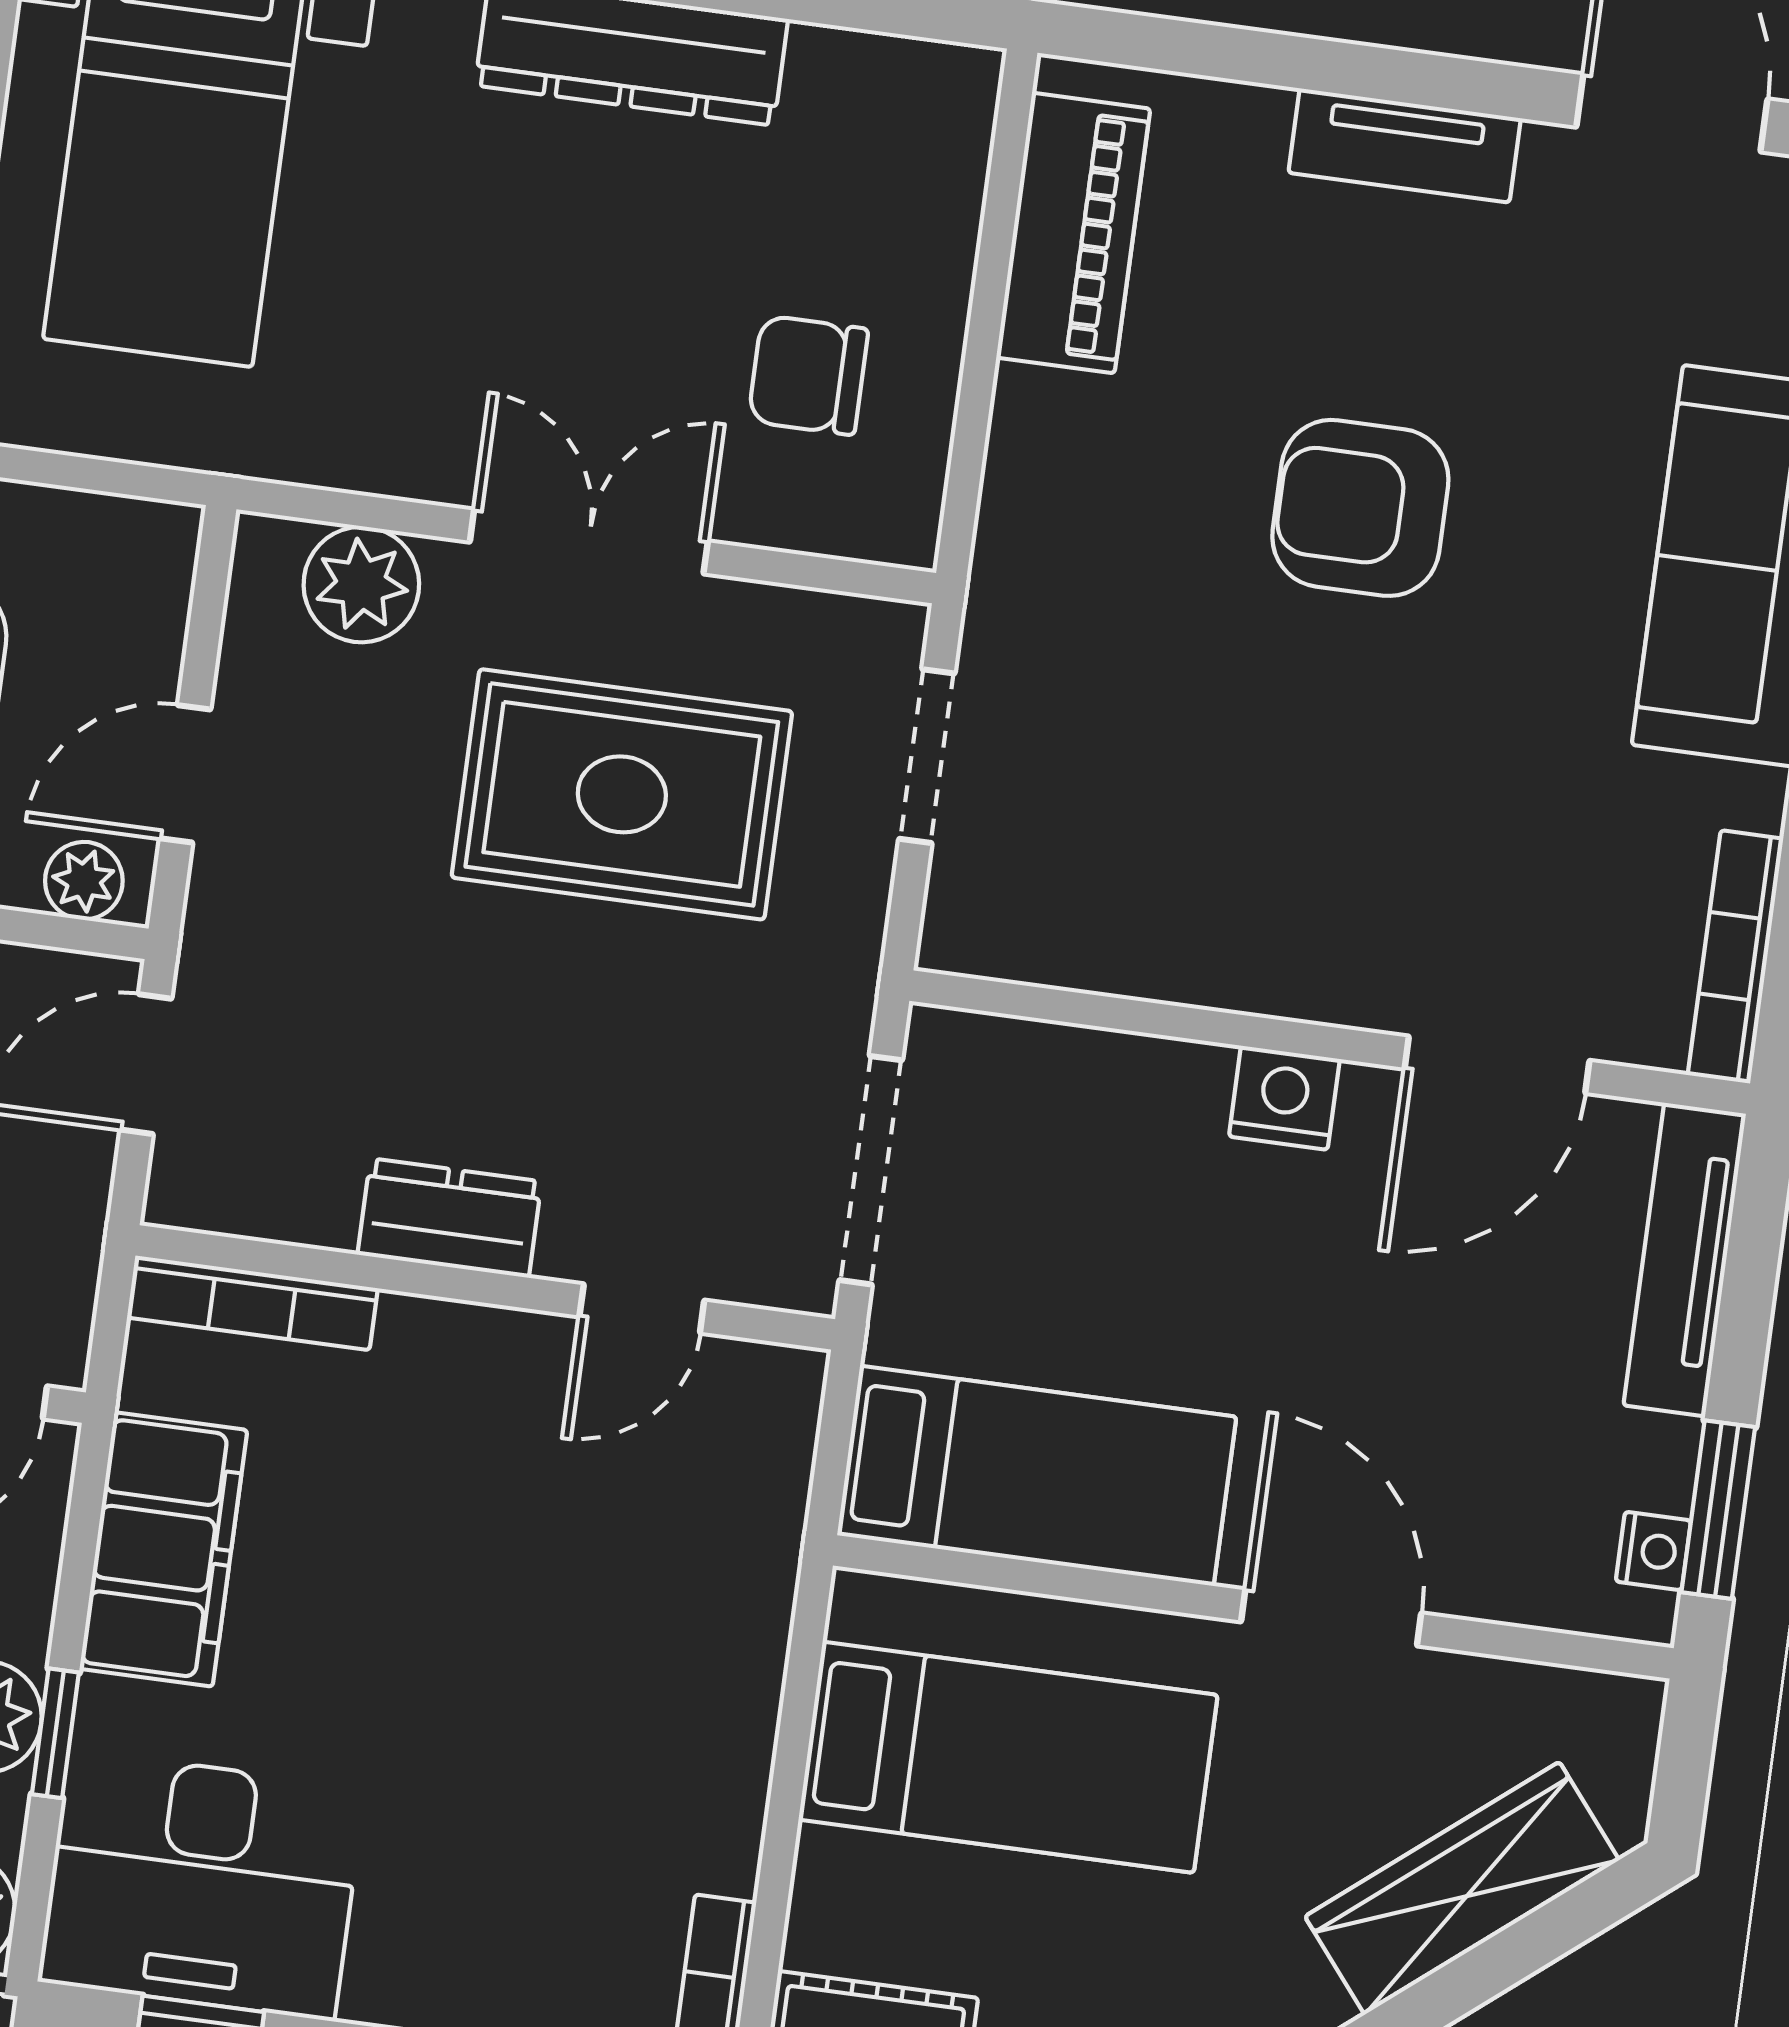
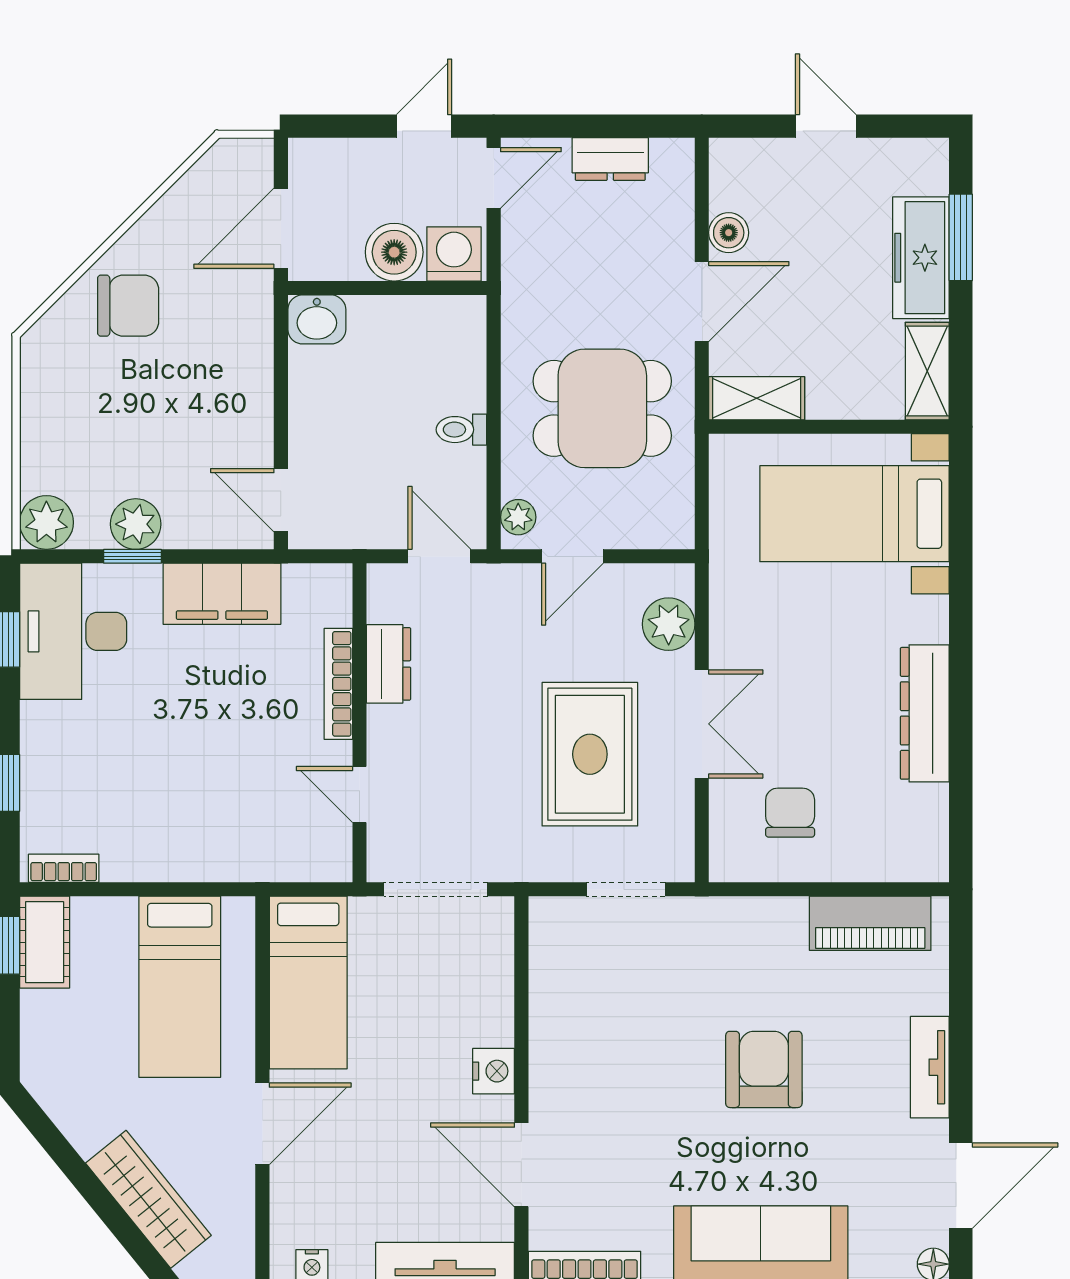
door: (185, 774) -> (573, 556), swing flipped
dresser: (450, 1218) -> (389, 664), moved
bookcase: (252, 1303) -> (338, 684), moved

